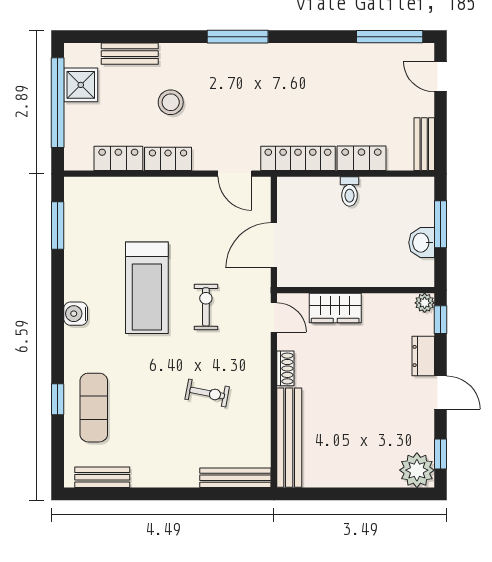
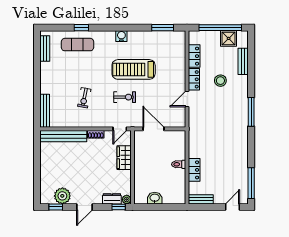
locker: (298, 158) -> (194, 140), removed
door: (235, 174) -> (187, 99), moved
window: (441, 224) -> (163, 207), removed
dresser: (423, 356) -> (112, 199), moved
plant: (417, 470) -> (62, 196), moved

